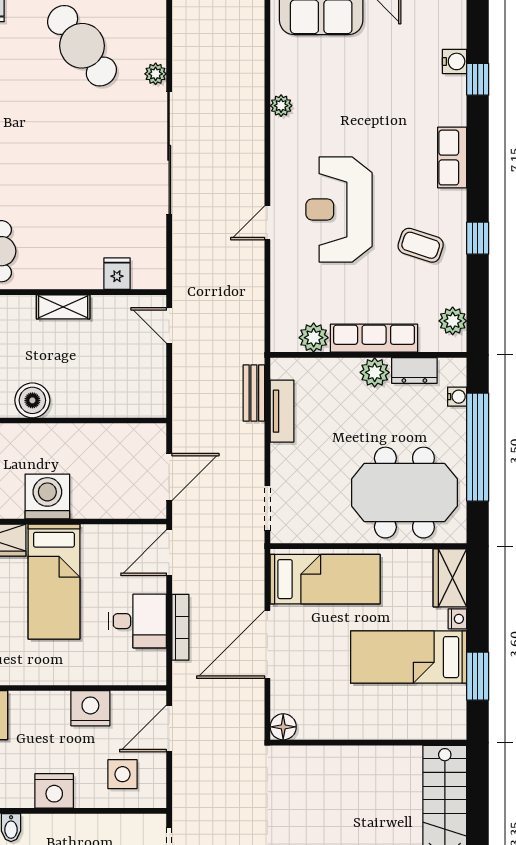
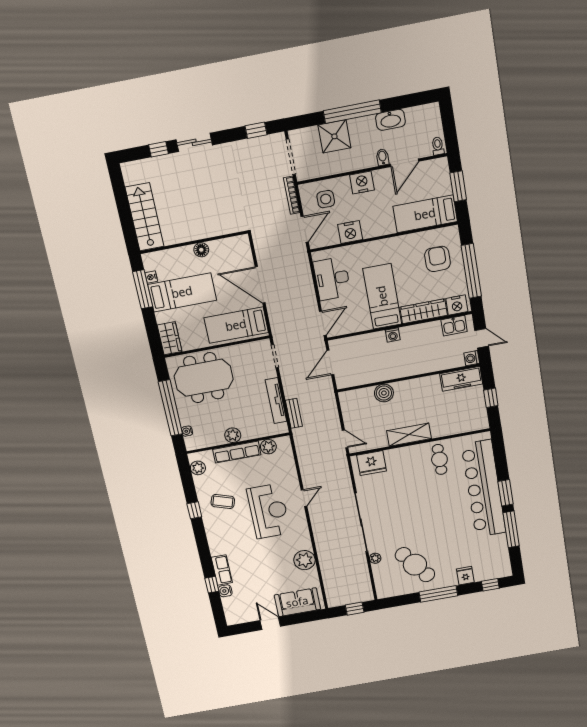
plant: (281, 106) -> (304, 560), width x1.88, depth x1.88
row of seats: (452, 158) -> (222, 570), moved
fridge: (117, 274) -> (371, 463), width x1.88, depth x1.34
shelving: (63, 307) -> (409, 435), width x1.50, depth x1.33
dresser: (414, 371) -> (212, 440), removed
boiler: (32, 400) -> (384, 393), moved
tv unit: (282, 411) -> (276, 401), width x1.41
washing machine: (47, 496) -> (393, 335), width x0.53, depth x0.53
nightstand: (457, 619) -> (151, 277), moved
desk: (138, 621) -> (332, 279), width x1.37
bookcase: (180, 627) -> (292, 195), moved
door: (267, 644) -> (260, 285), swing flipped
window: (478, 676) -> (143, 289), width x1.44
floor lamp: (283, 727) -> (201, 250), moved

